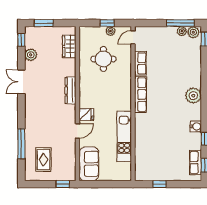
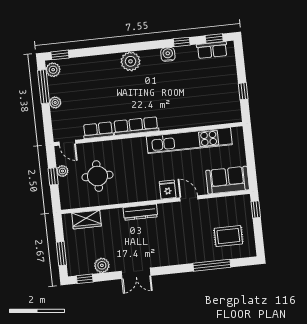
plant: (182, 31) -> (55, 102), moved
kitchen unit: (124, 136) -> (189, 141), width x1.36

